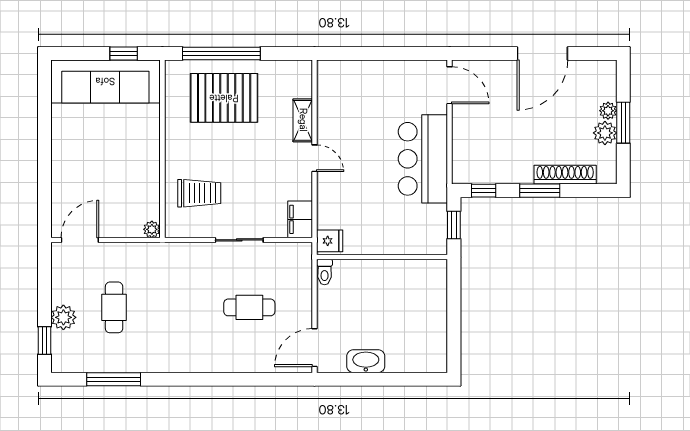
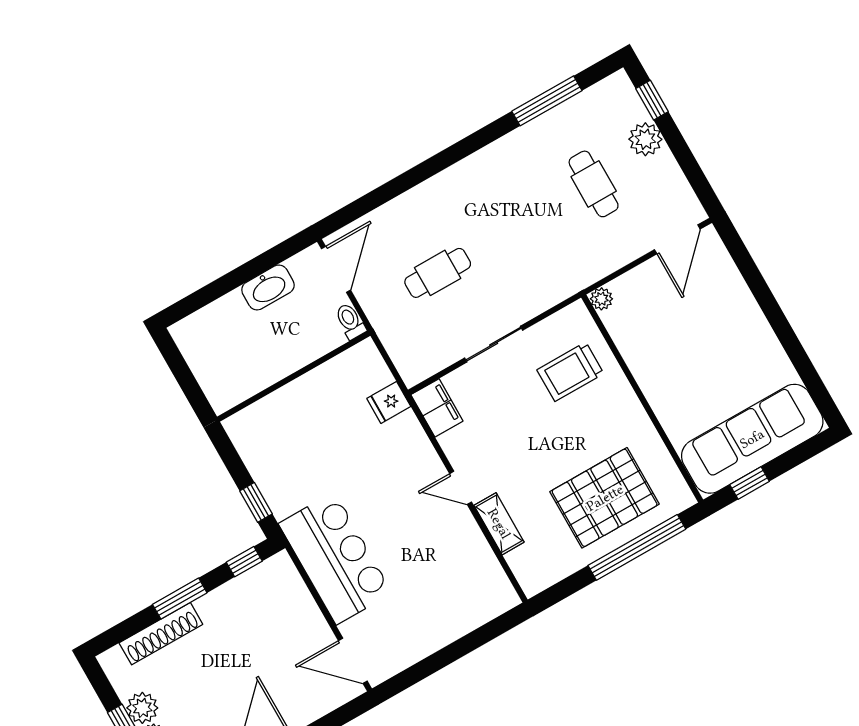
wall: (382, 257) -> (294, 376), moved
toilet: (325, 272) -> (350, 321), moved

